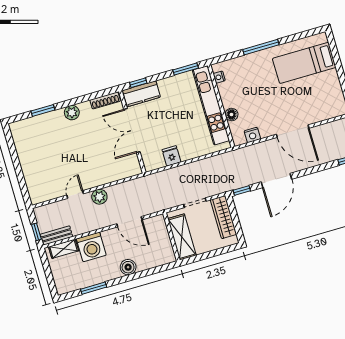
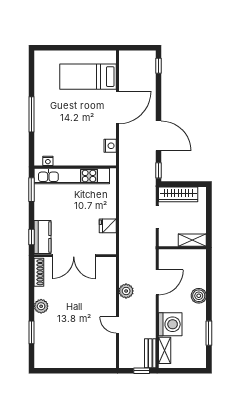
bed: (304, 63) -> (88, 77), moved, turned 90
floor lamp: (231, 115) -> (86, 159), removed
plant: (99, 197) -> (126, 291), moved
shelving: (182, 237) -> (192, 240), width x0.67, depth x0.75

